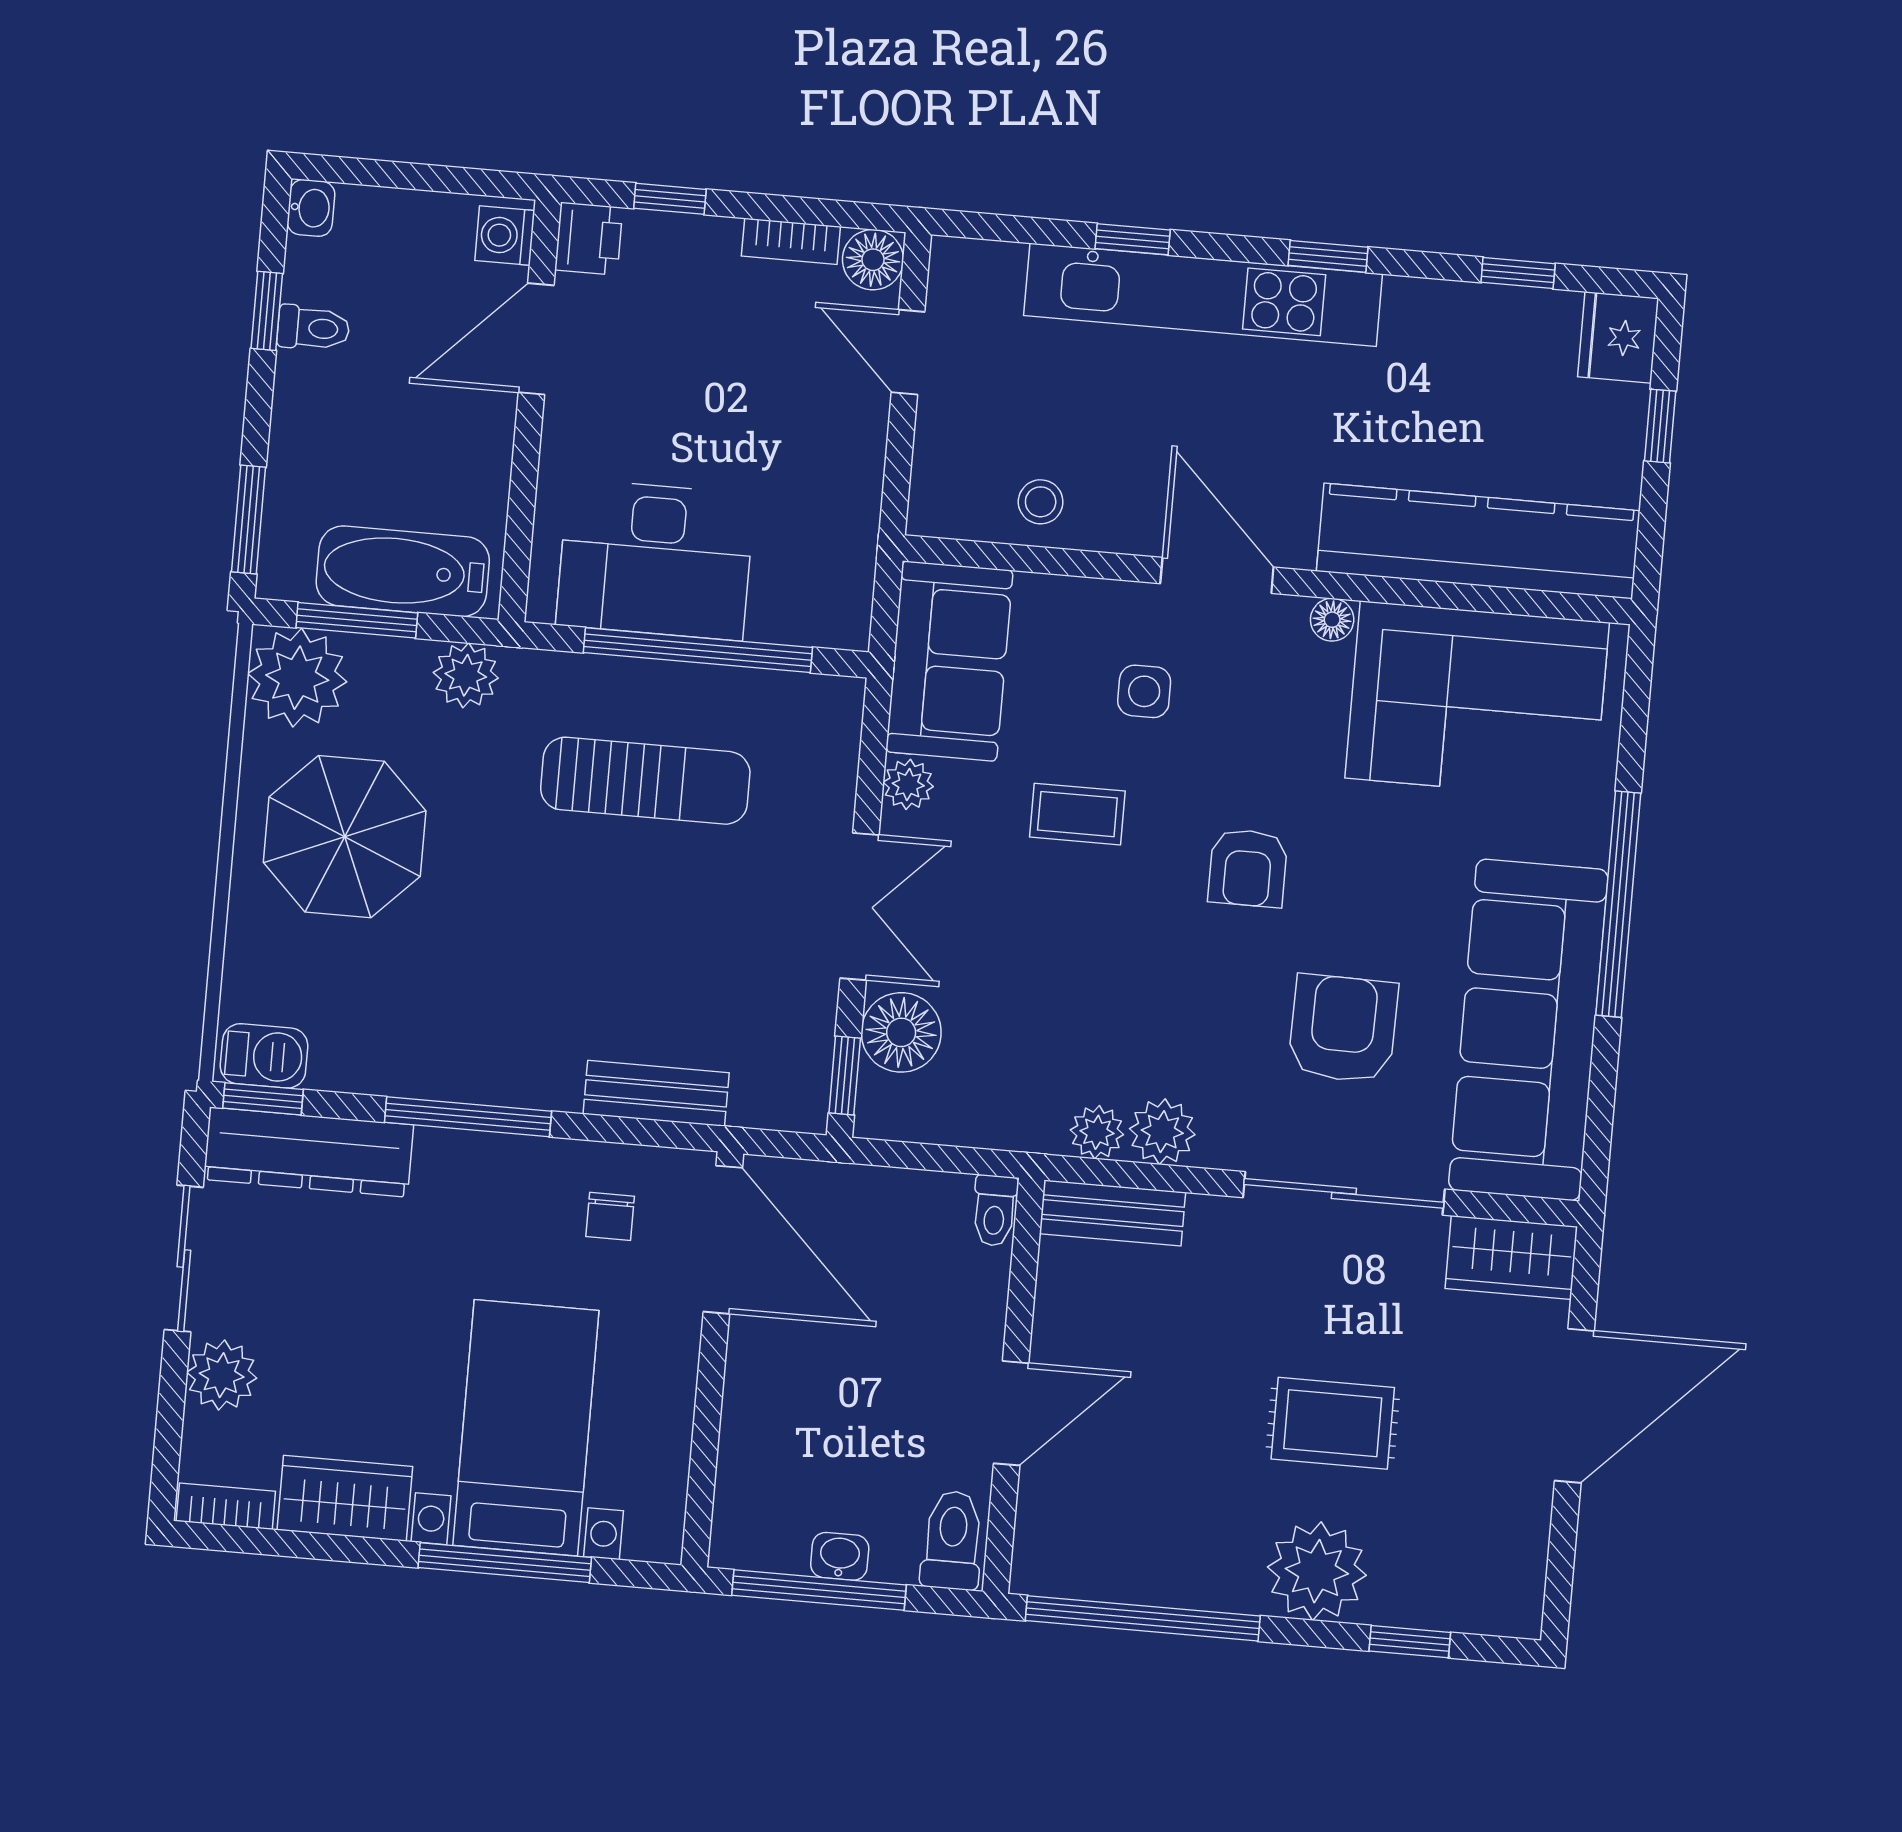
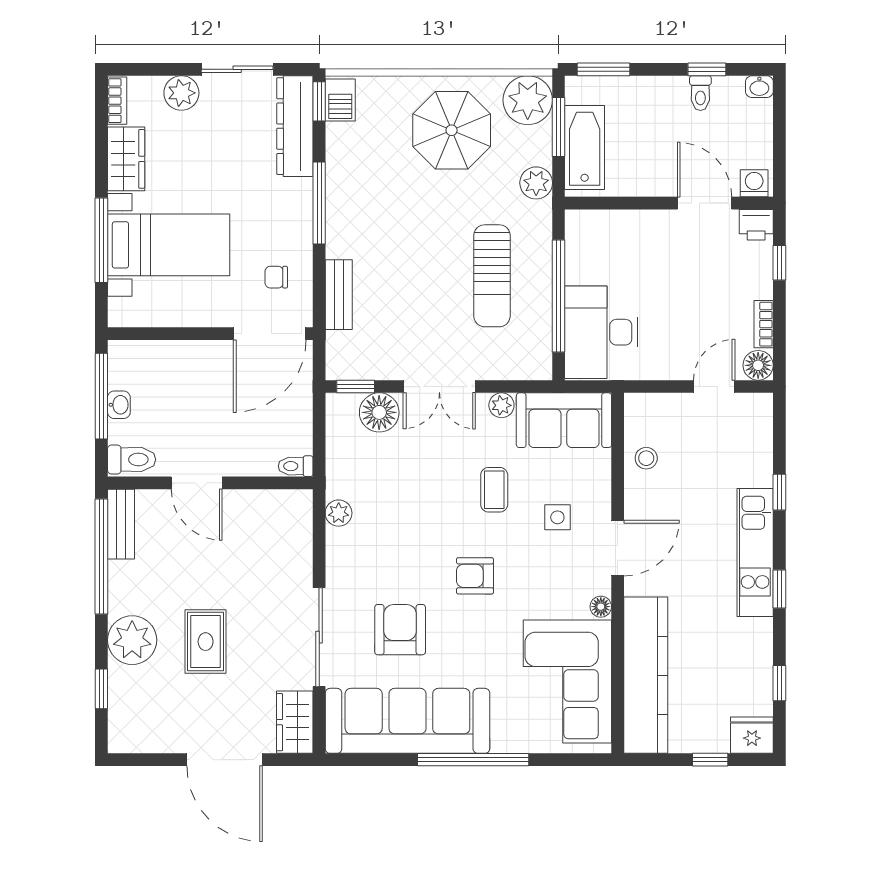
kitchen unit: (1203, 295) -> (755, 552), width x0.73
desk: (655, 560) -> (601, 332), moved
armchair: (1343, 1029) -> (400, 630), turned -91
plant: (1162, 1132) -> (342, 545), removed
bench: (1112, 1213) -> (121, 524), moved

